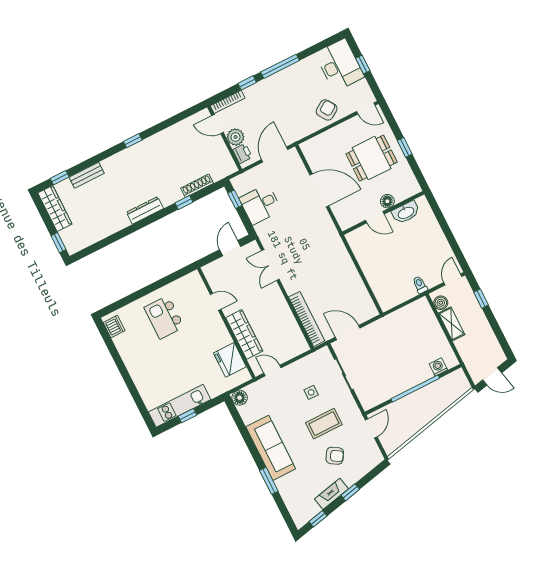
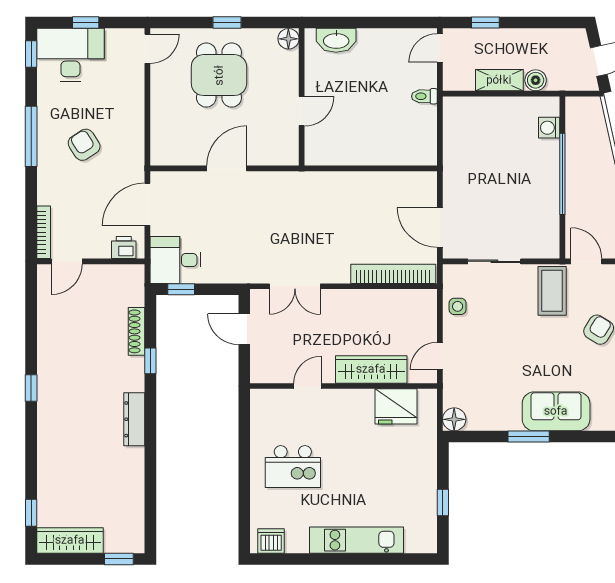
window: (247, 83) -> (31, 54), moved
armchair: (327, 110) -> (84, 145), moved
plant: (236, 137) -> (97, 246), removed
door: (275, 155) -> (147, 204), hinge flipped
bench: (87, 175) -> (46, 475), removed
door: (319, 190) -> (227, 168), width x0.73
floor lamp: (387, 201) -> (288, 39), moved
desk: (260, 204) -> (176, 260), moved, turned 90
washbasin: (406, 212) -> (336, 40), moved, turned 90
door: (453, 279) -> (440, 48), hinge flipped
boiler: (441, 303) -> (536, 80), moved
door: (348, 333) -> (440, 227), hinge flipped
side table: (311, 392) -> (458, 306), moved
kitchen unit: (180, 406) -> (356, 540), moved, turned 90
coffee table: (324, 424) -> (552, 291), moved
sofa: (271, 448) -> (556, 411), width x0.73
window: (269, 481) -> (529, 437), moved

